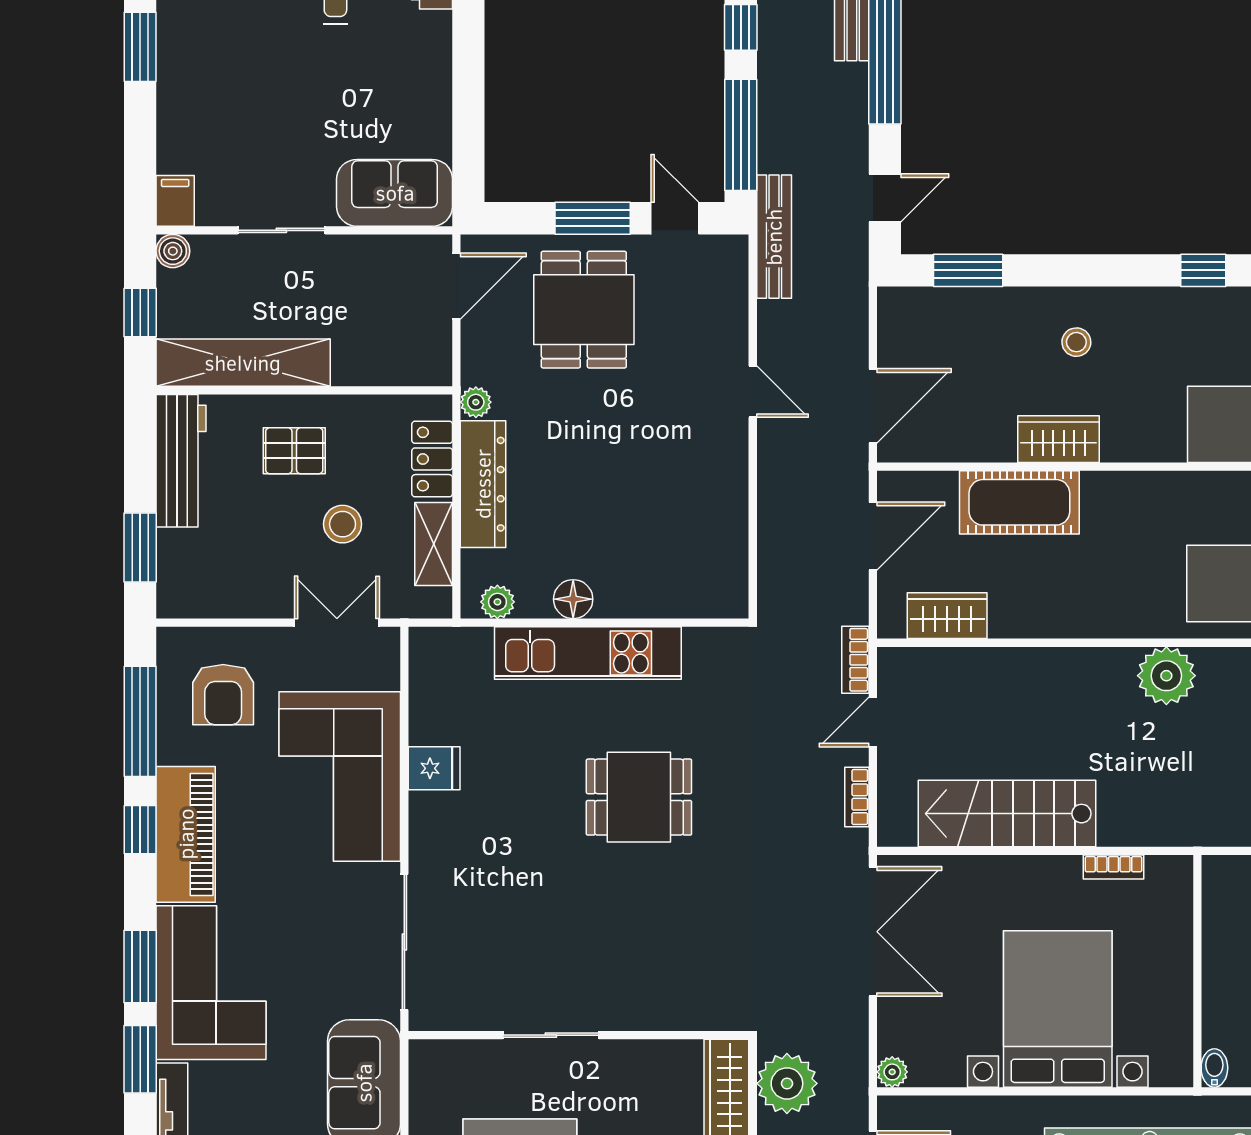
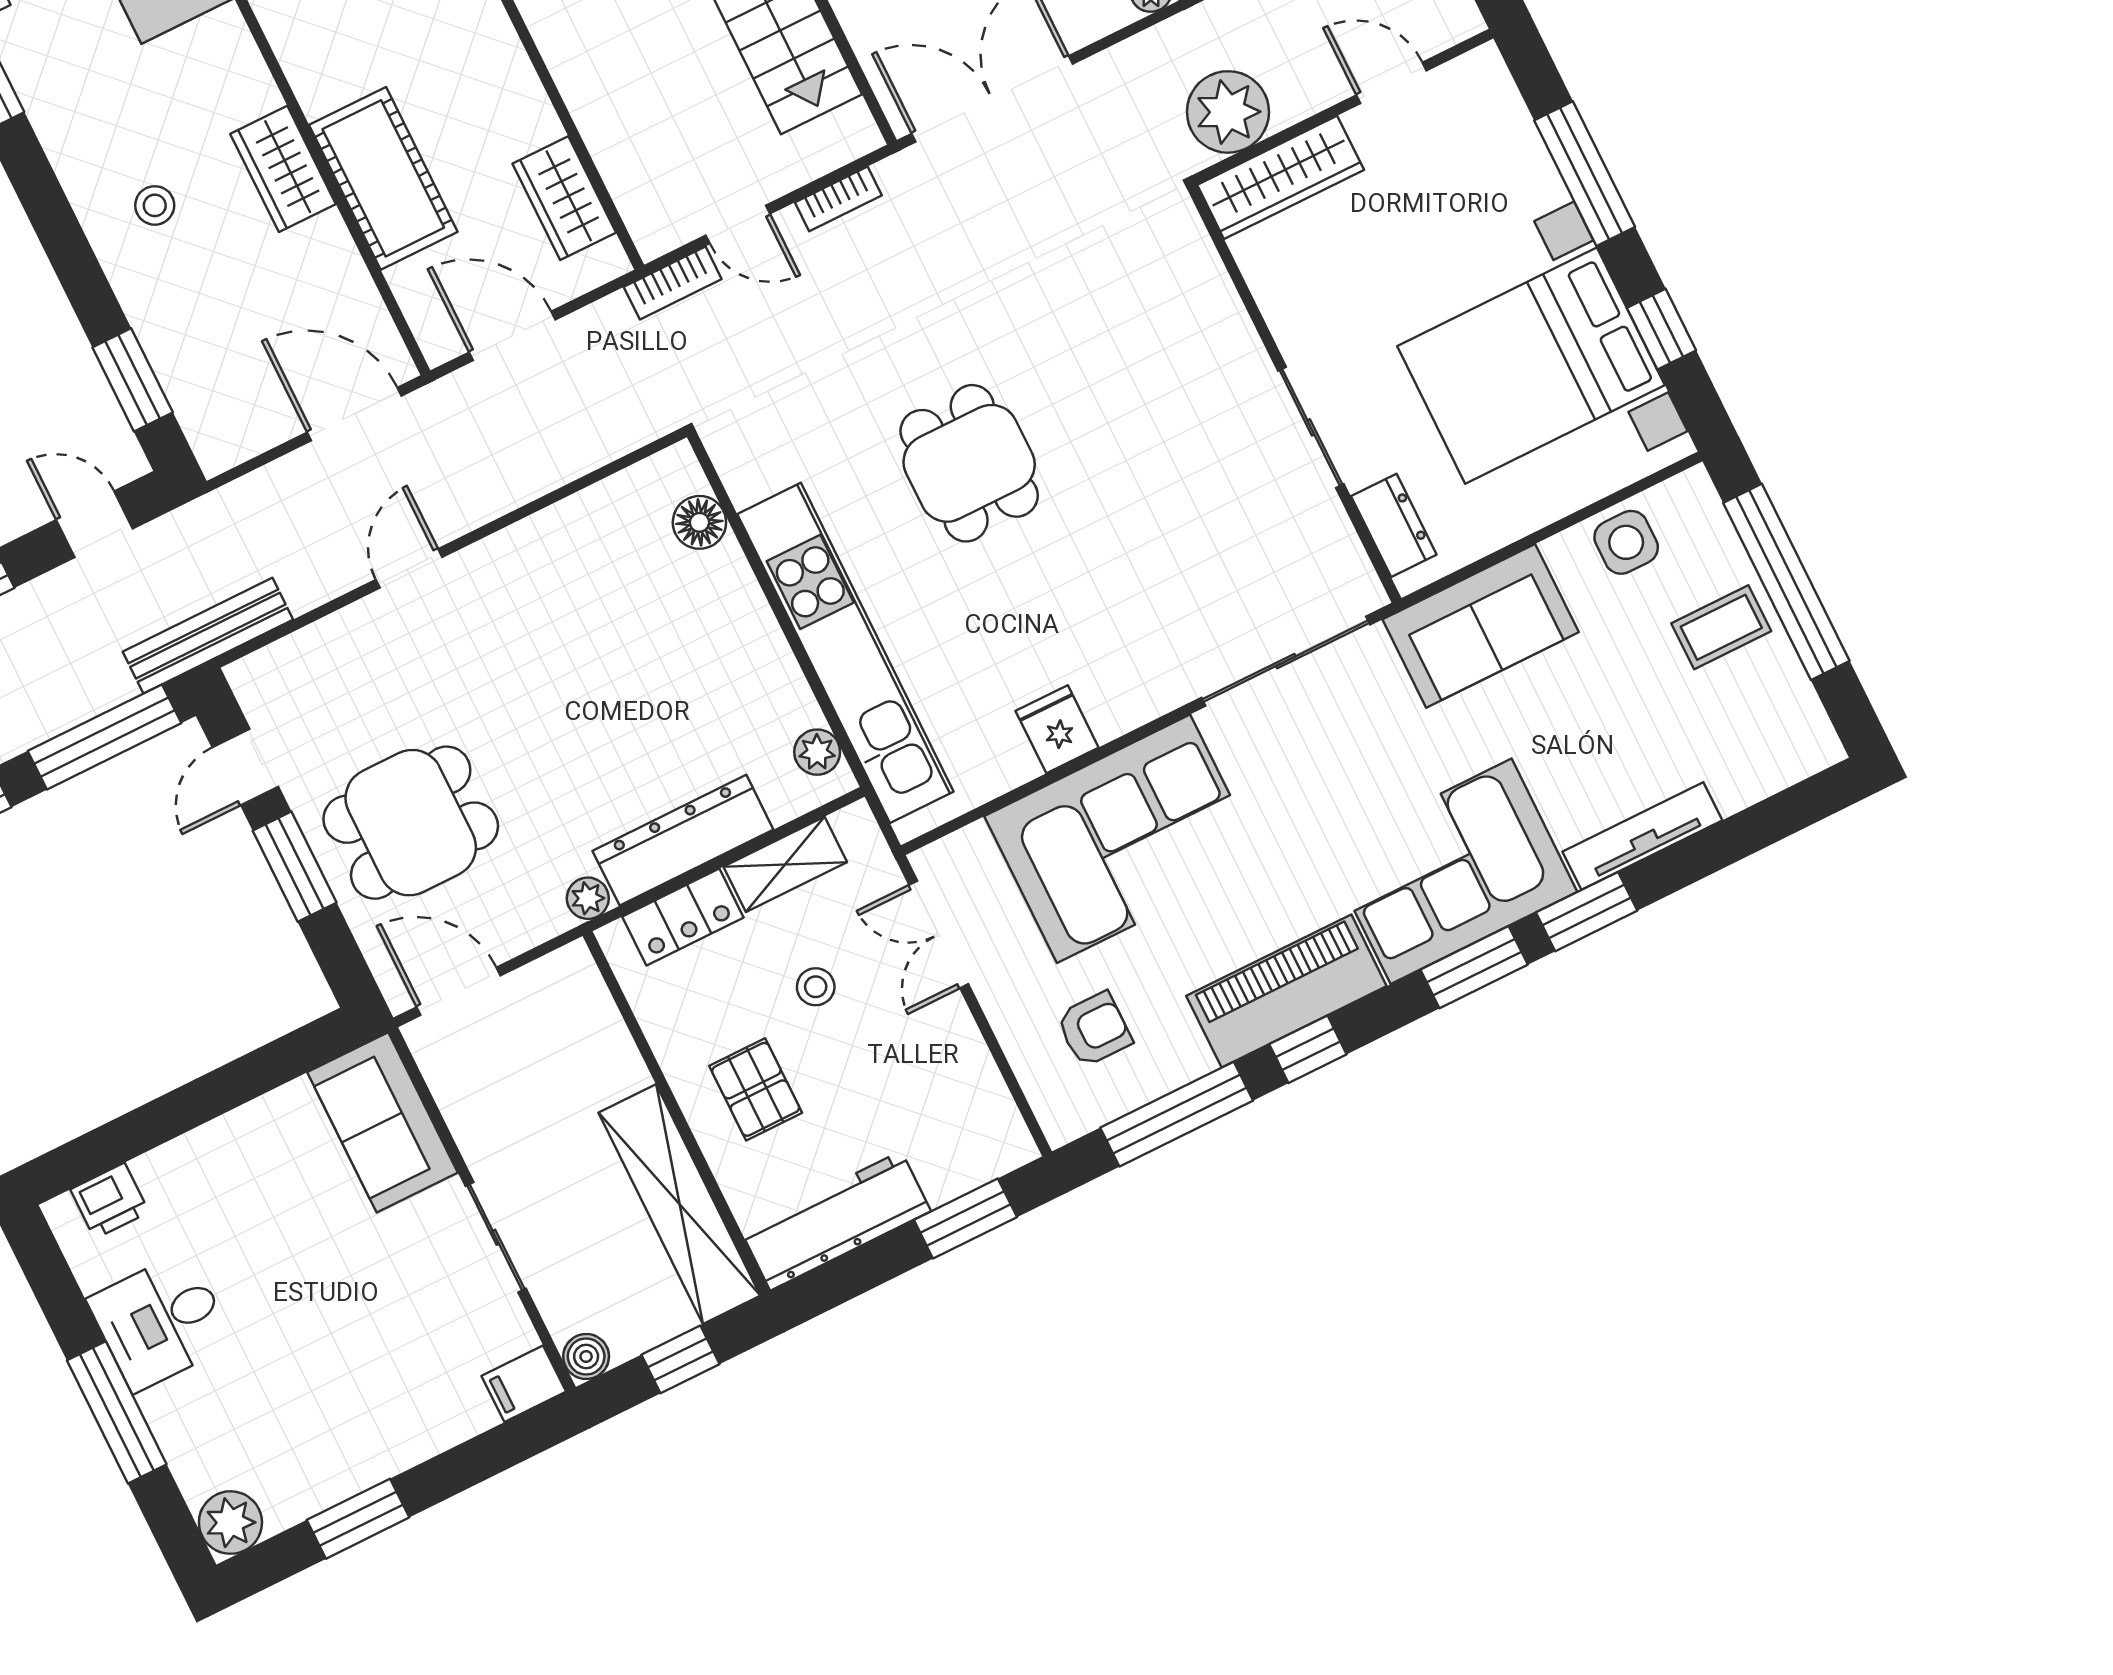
stool: (343, 524) -> (816, 987), width x0.73, depth x0.73
floor lamp: (573, 599) -> (699, 522), moved
kitchen unit: (588, 653) -> (845, 653), width x1.36
armchair: (223, 695) -> (1094, 1029), width x0.72, depth x0.72
dresser: (459, 1058) -> (1394, 525), added

